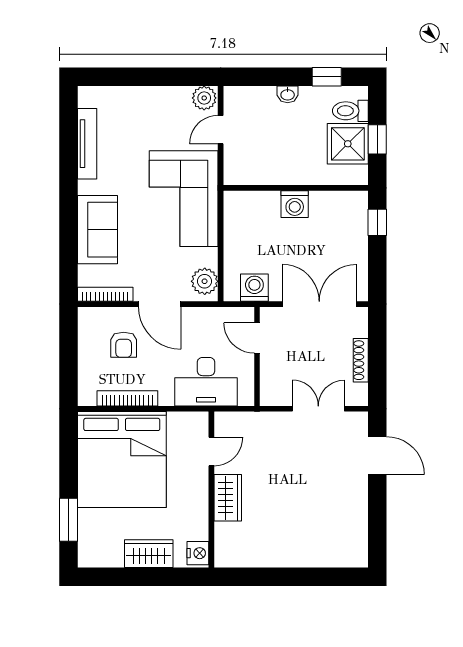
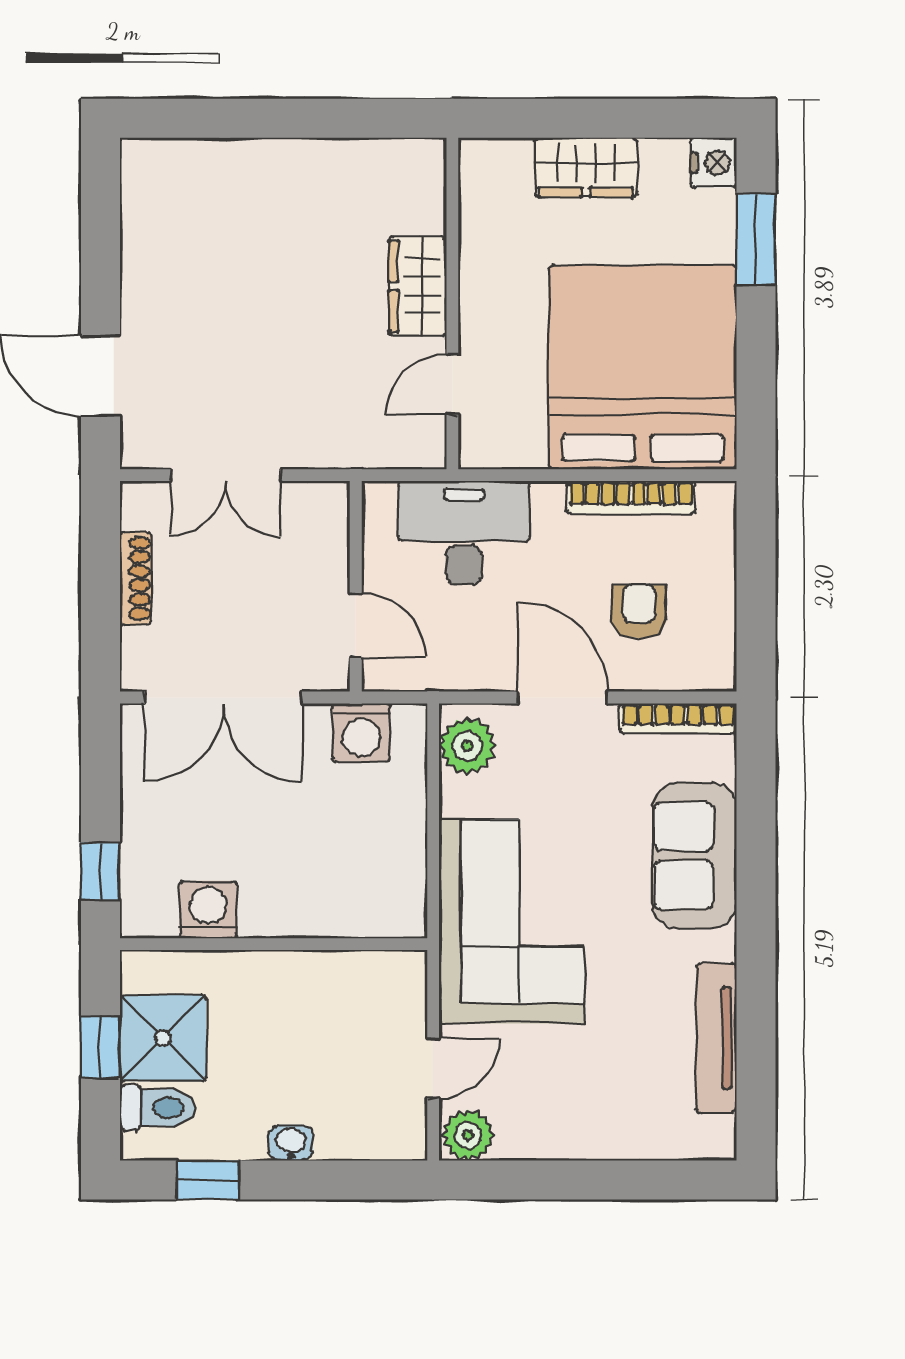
washing machine: (295, 204) -> (208, 910), moved
nightstand: (198, 553) -> (714, 163), moved, turned 180

